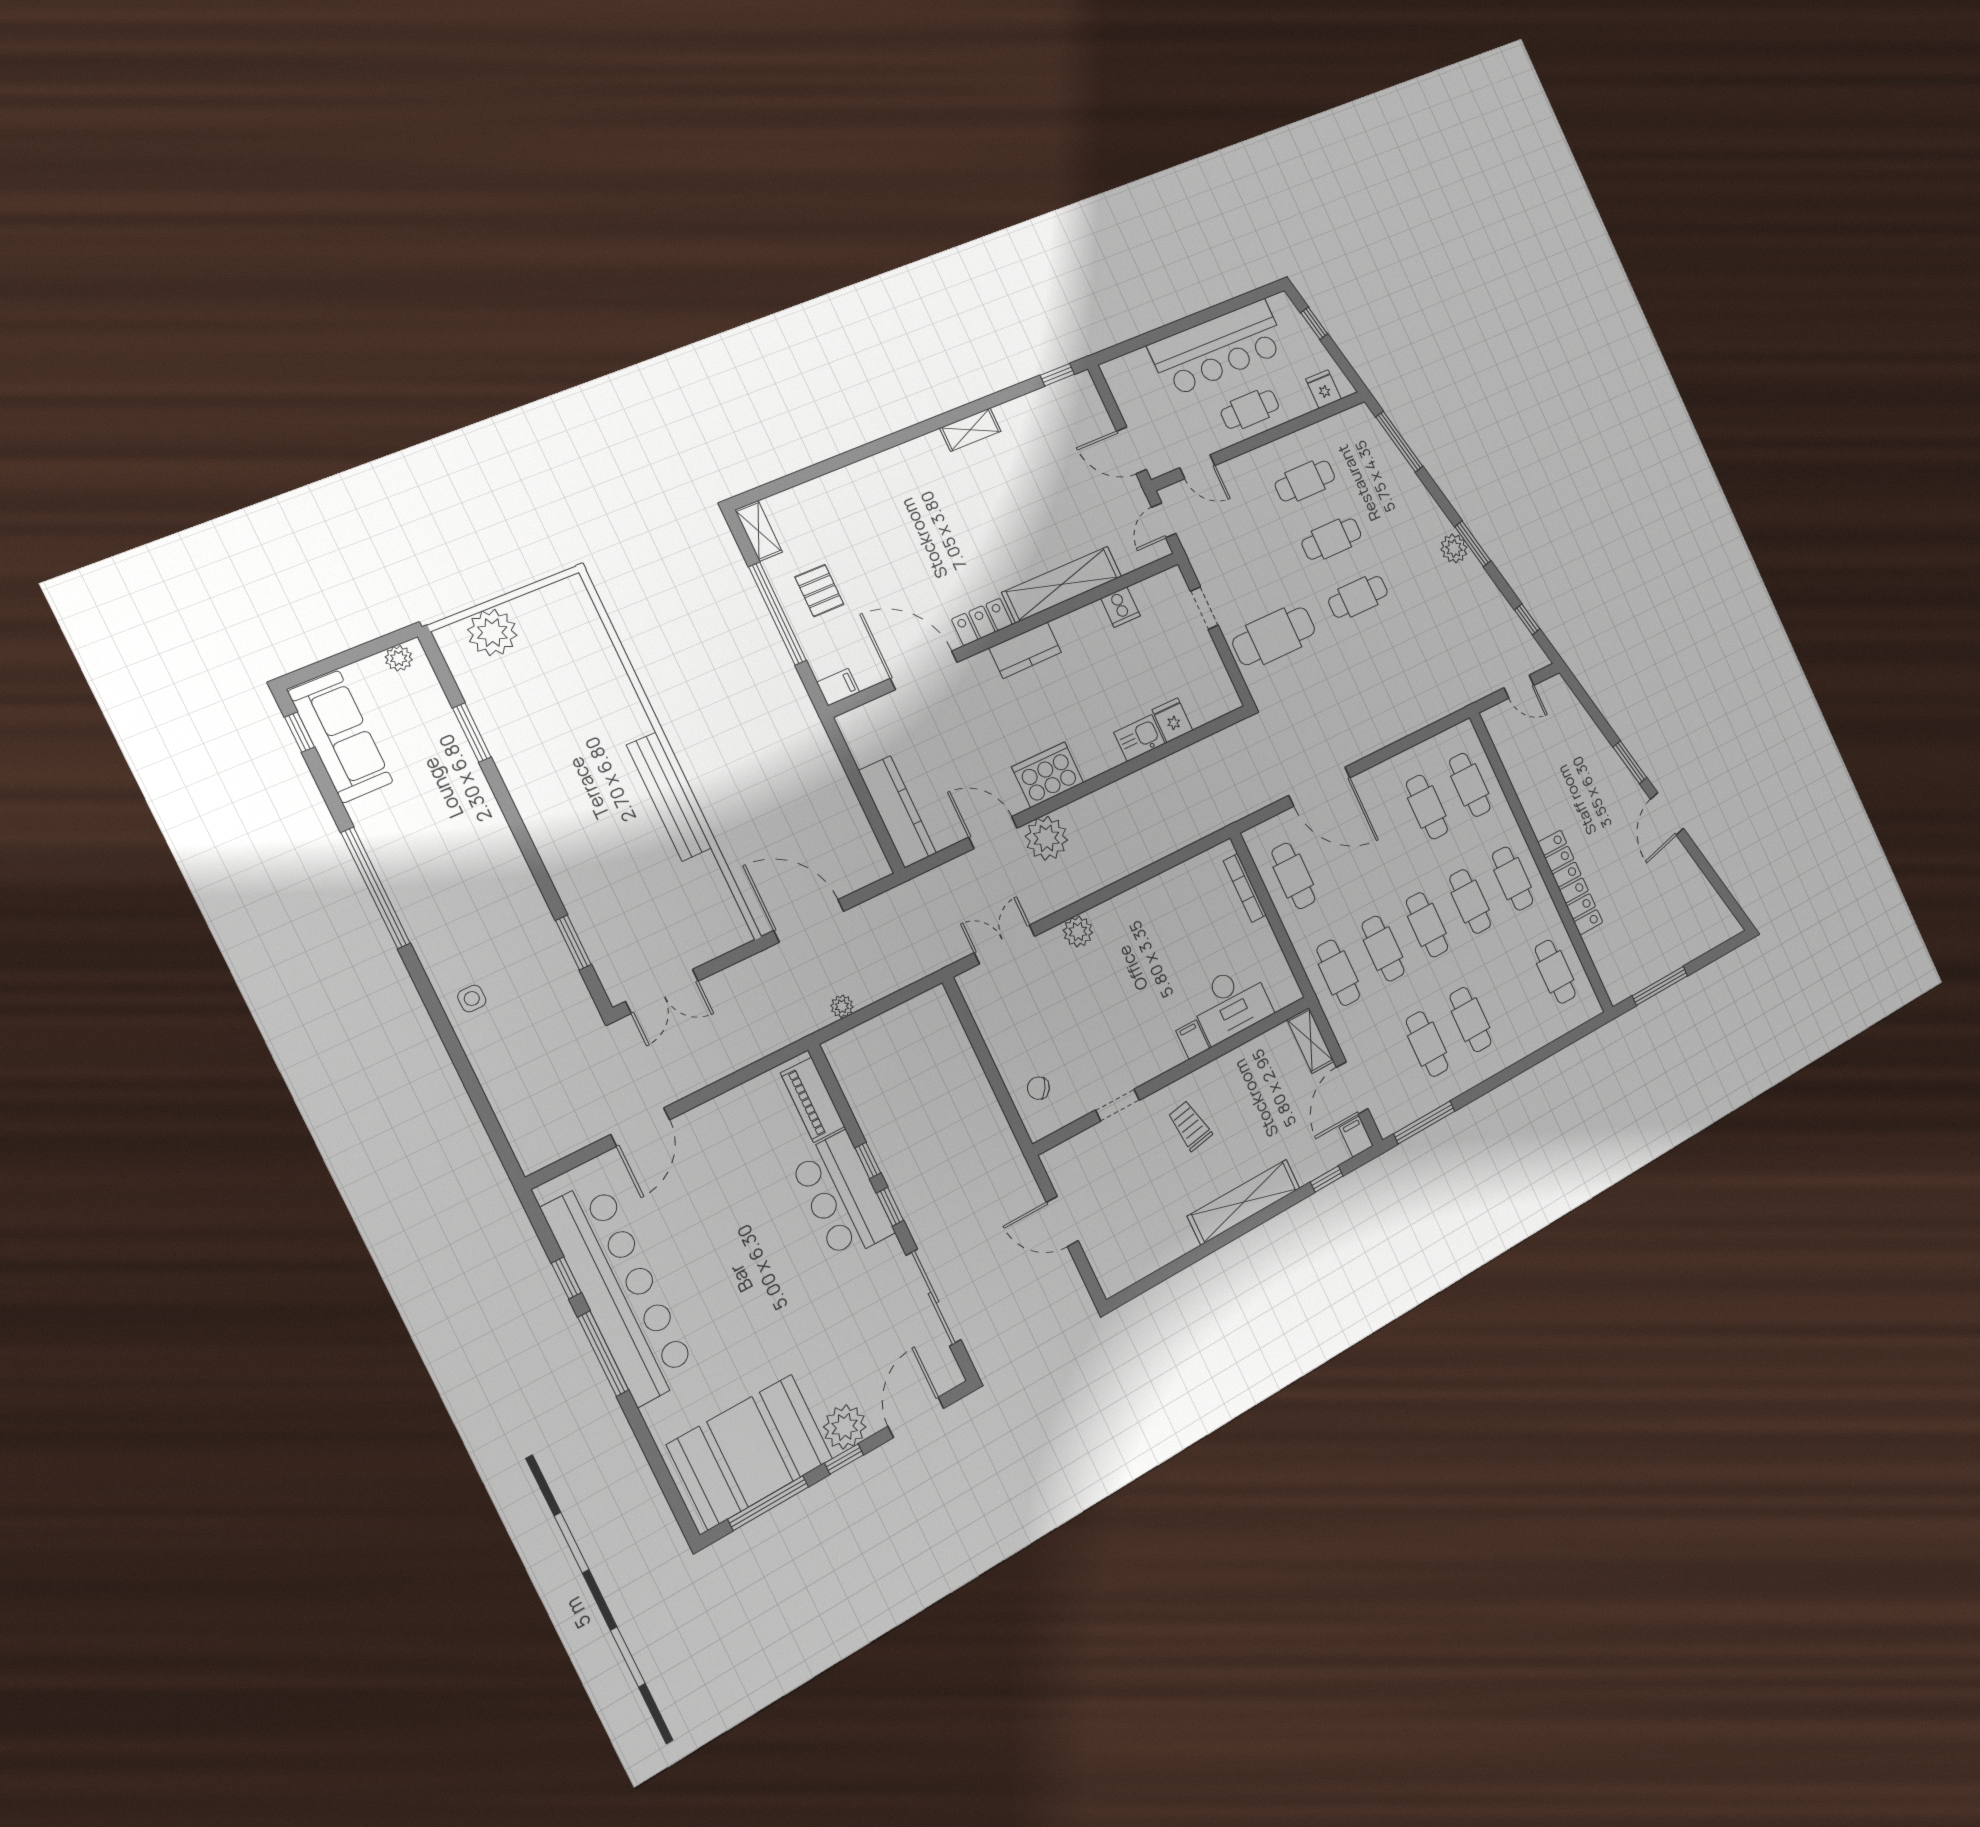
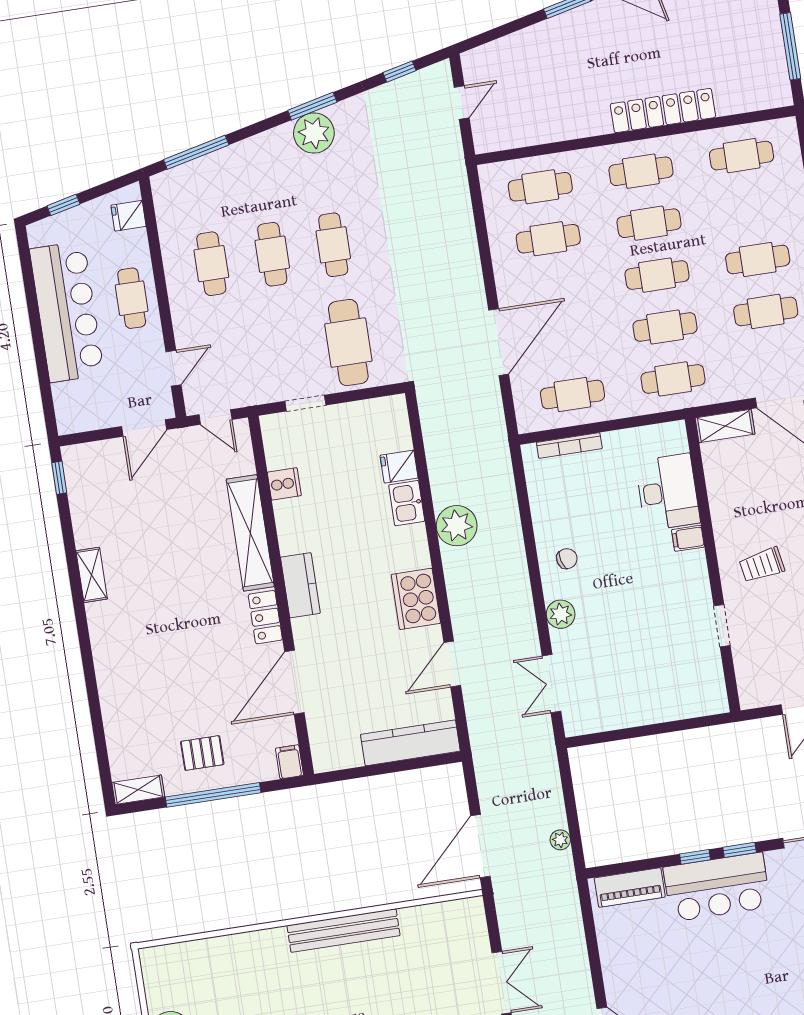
plant: (1454, 548) -> (314, 133), width x1.36, depth x1.36
plant: (1046, 838) -> (457, 526), moved
chair: (1038, 1088) -> (567, 559), moved, turned -137

